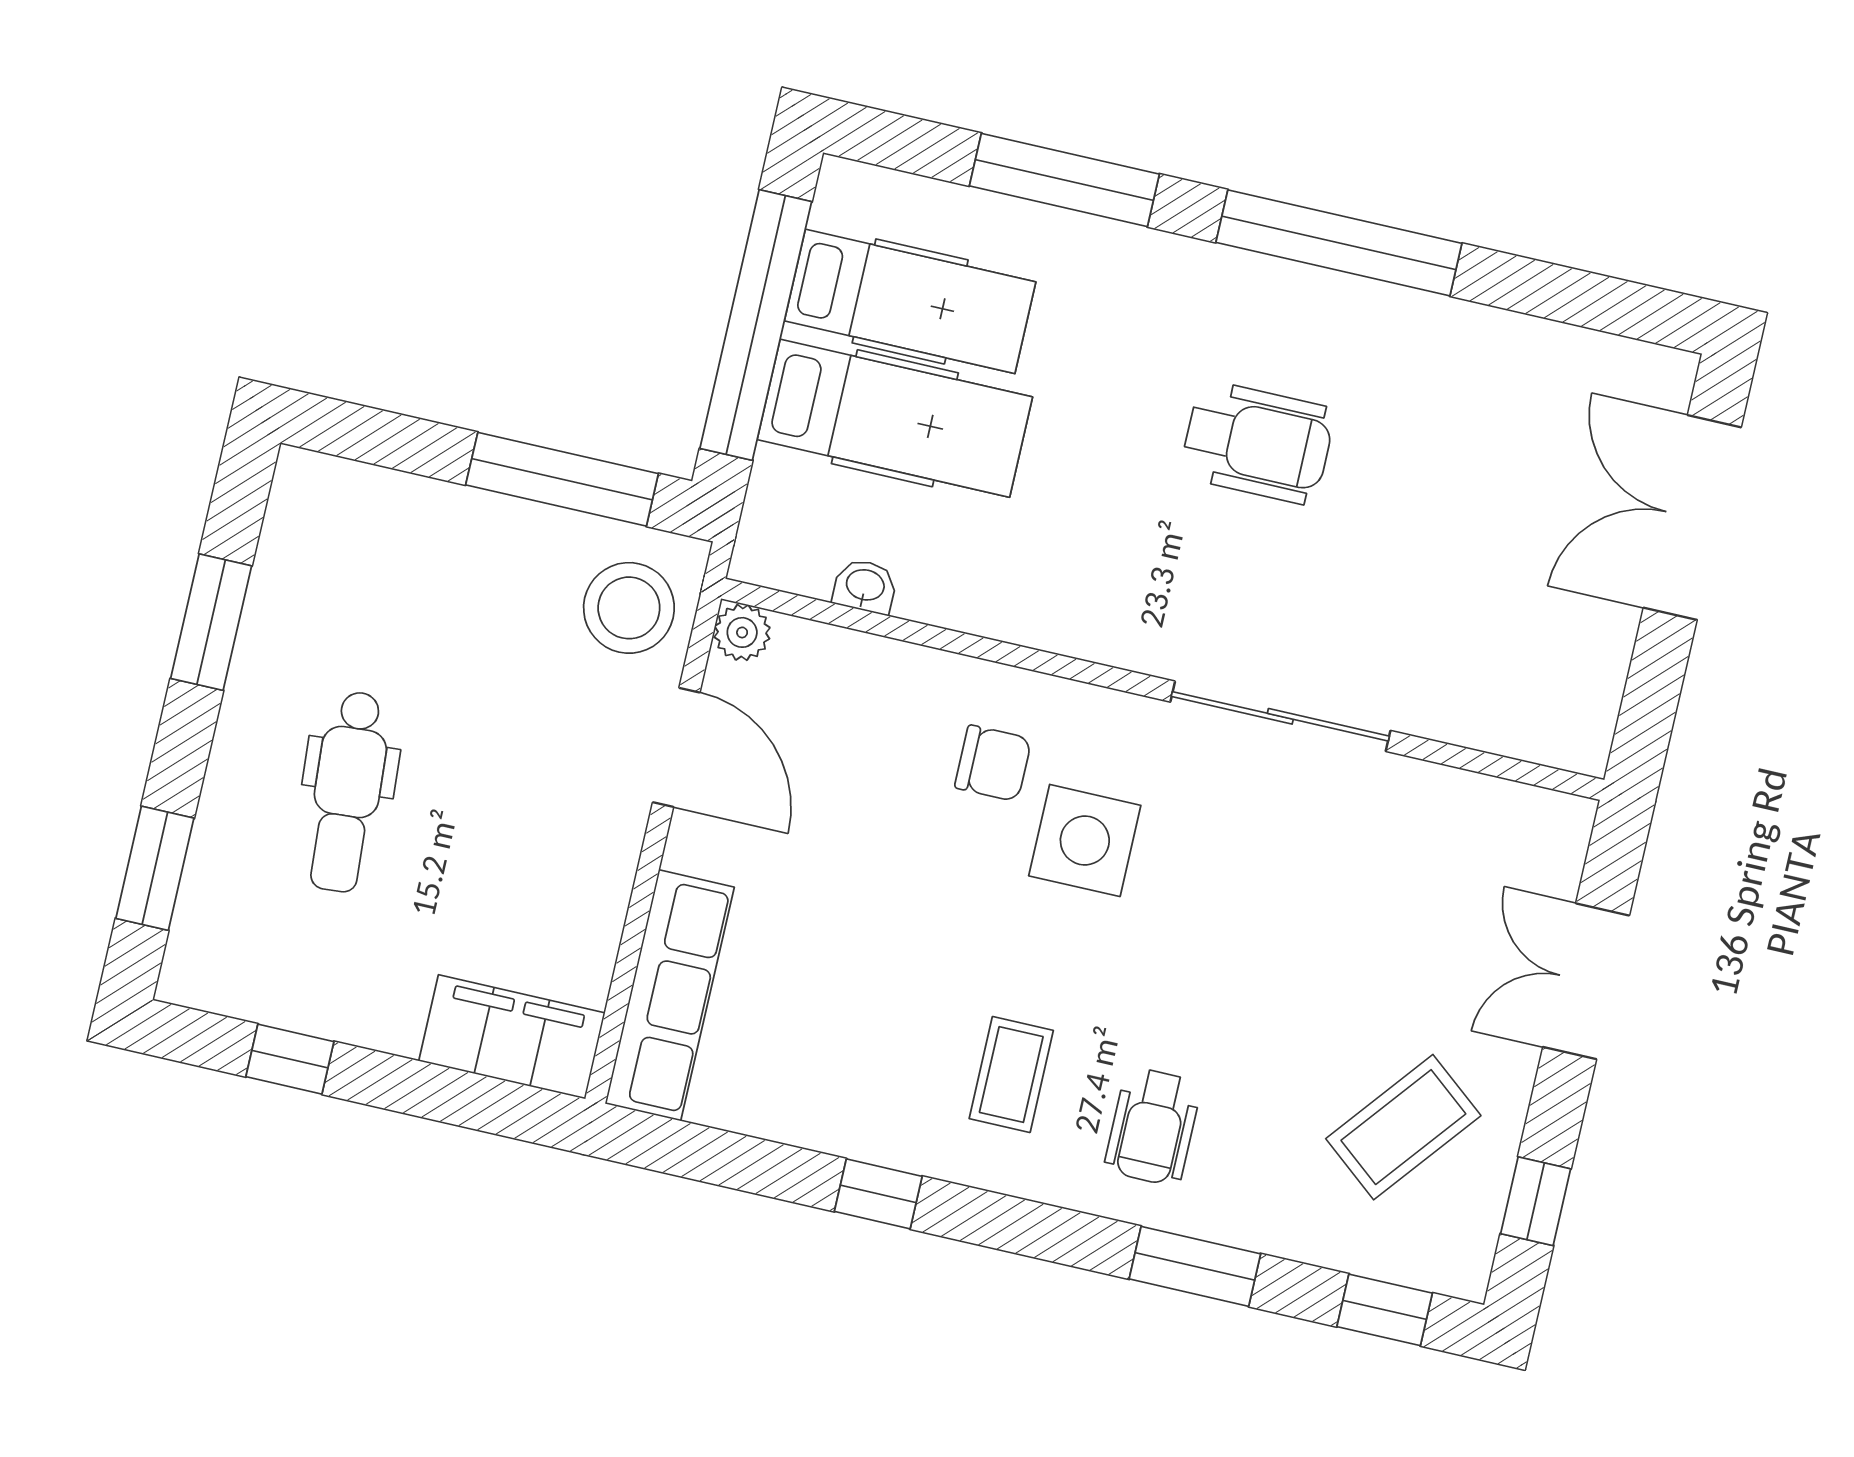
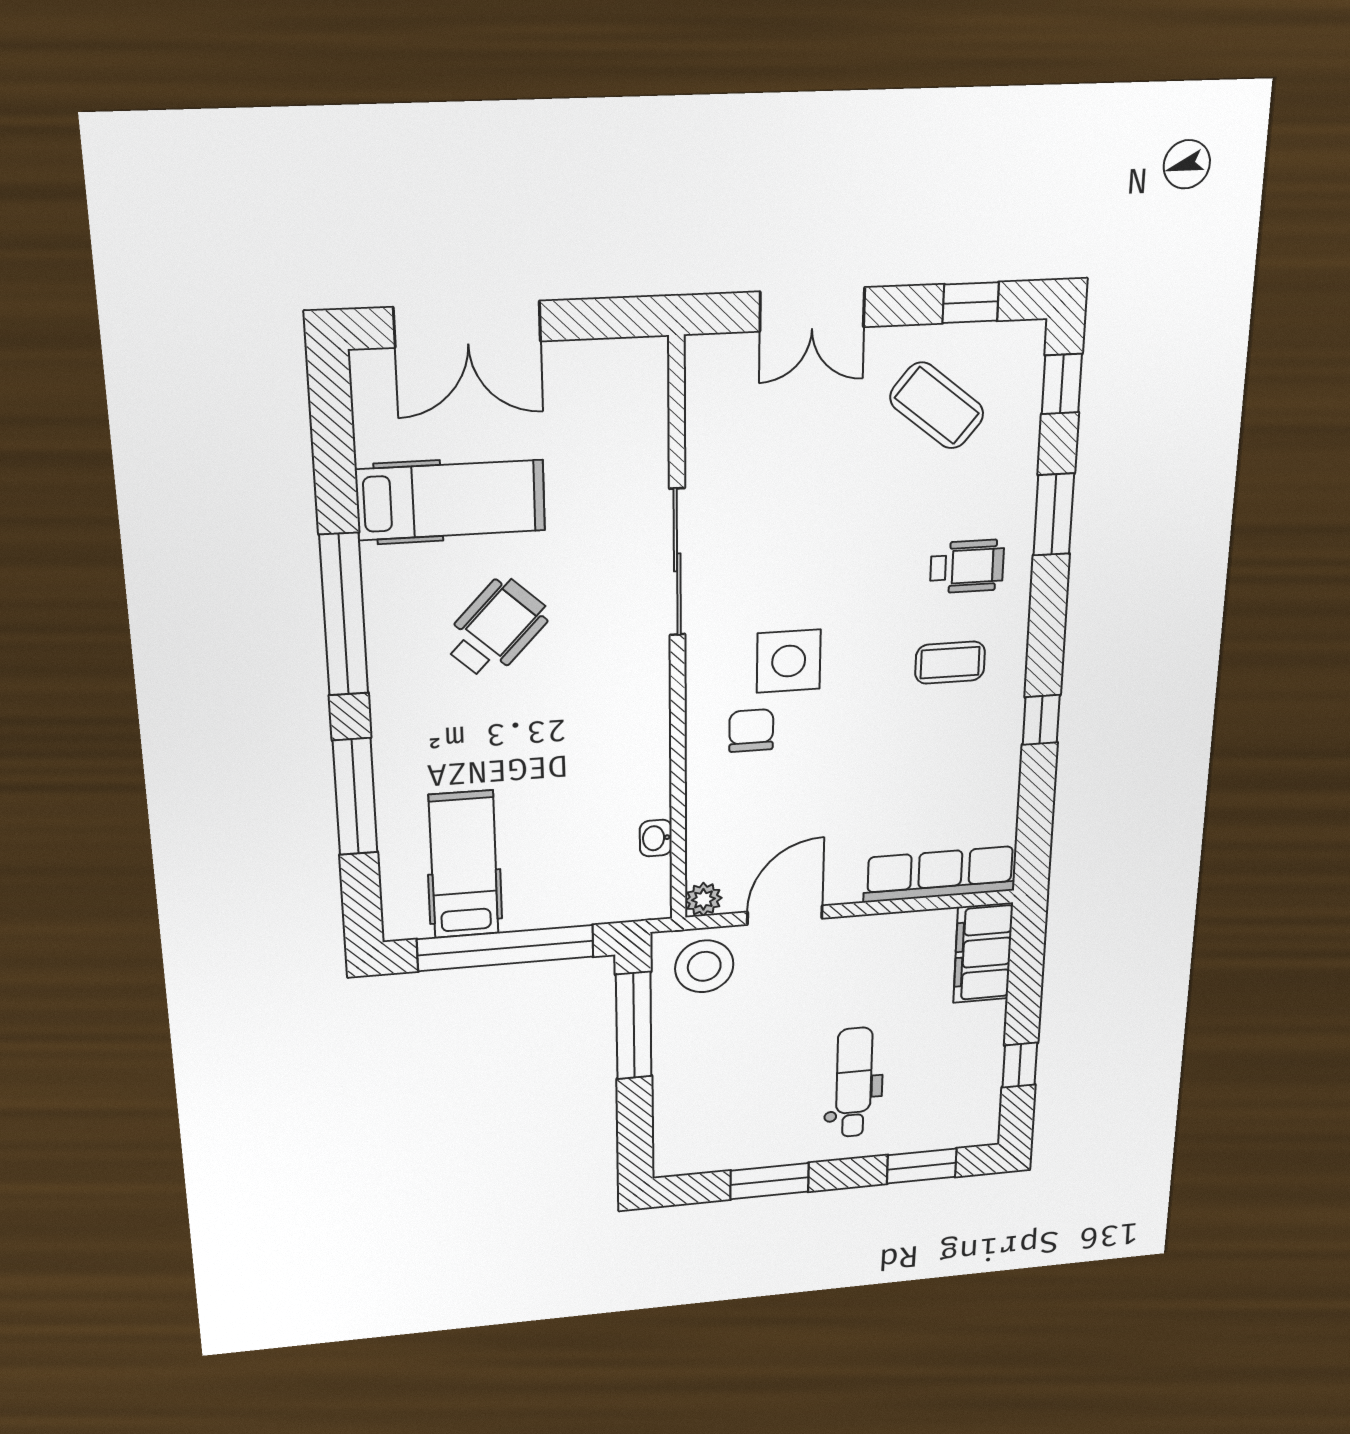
hospital bed: (895, 418) -> (451, 500), moved, turned 90
wheelchair: (1258, 443) -> (496, 628), turned 43
dental chair: (347, 792) -> (854, 1083), turned -86

